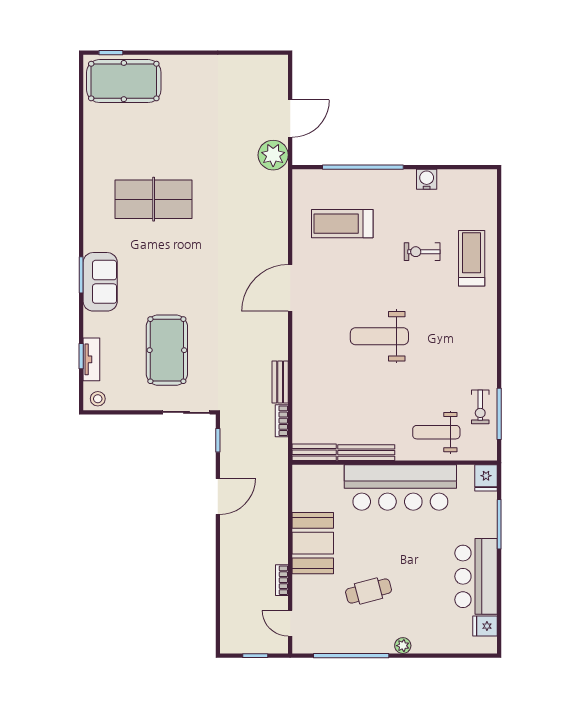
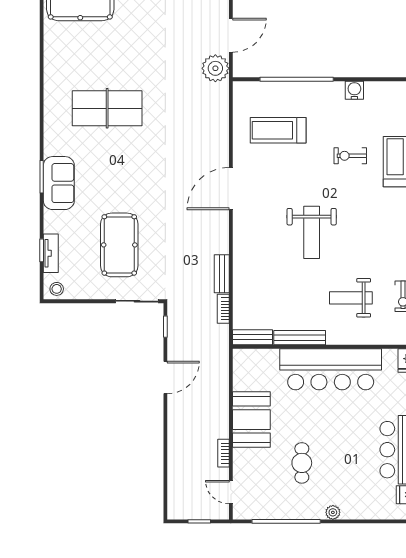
weight bench: (379, 336) -> (312, 232), turned -90
weight bench: (436, 432) -> (351, 298), moved
cafe table: (369, 591) -> (302, 463), turned -75

